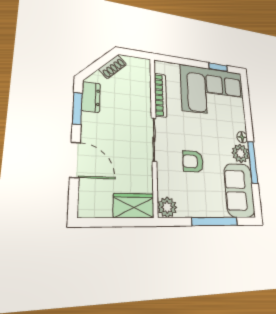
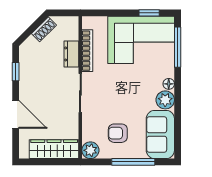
dresser: (91, 97) -> (71, 54), moved, turned 180
window: (77, 108) -> (16, 72), width x0.67
armchair: (193, 161) -> (118, 133), moved
window: (253, 162) -> (178, 47), moved
wardrobe: (134, 206) -> (54, 149), width x1.50

